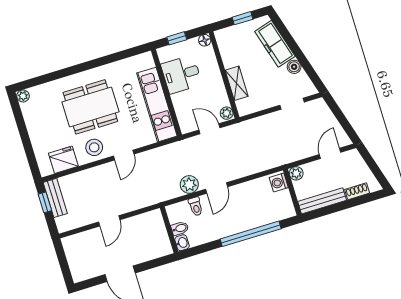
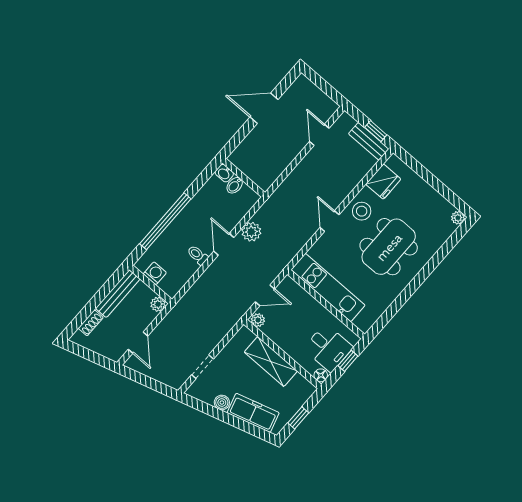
desk: (181, 74) -> (328, 348), moved, turned 90
shelving: (237, 83) -> (271, 362), width x1.50, depth x1.33
washing machine: (279, 182) -> (155, 273), moved
toilet: (196, 206) -> (198, 255), moved
door: (109, 221) -> (319, 135), moved

